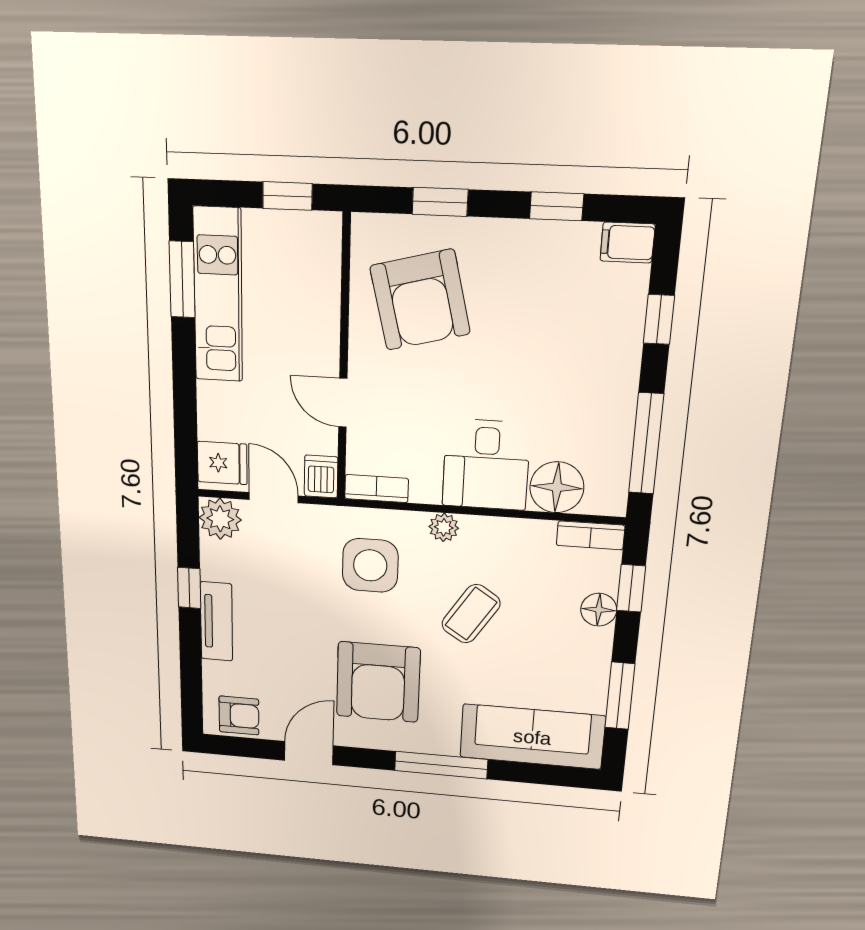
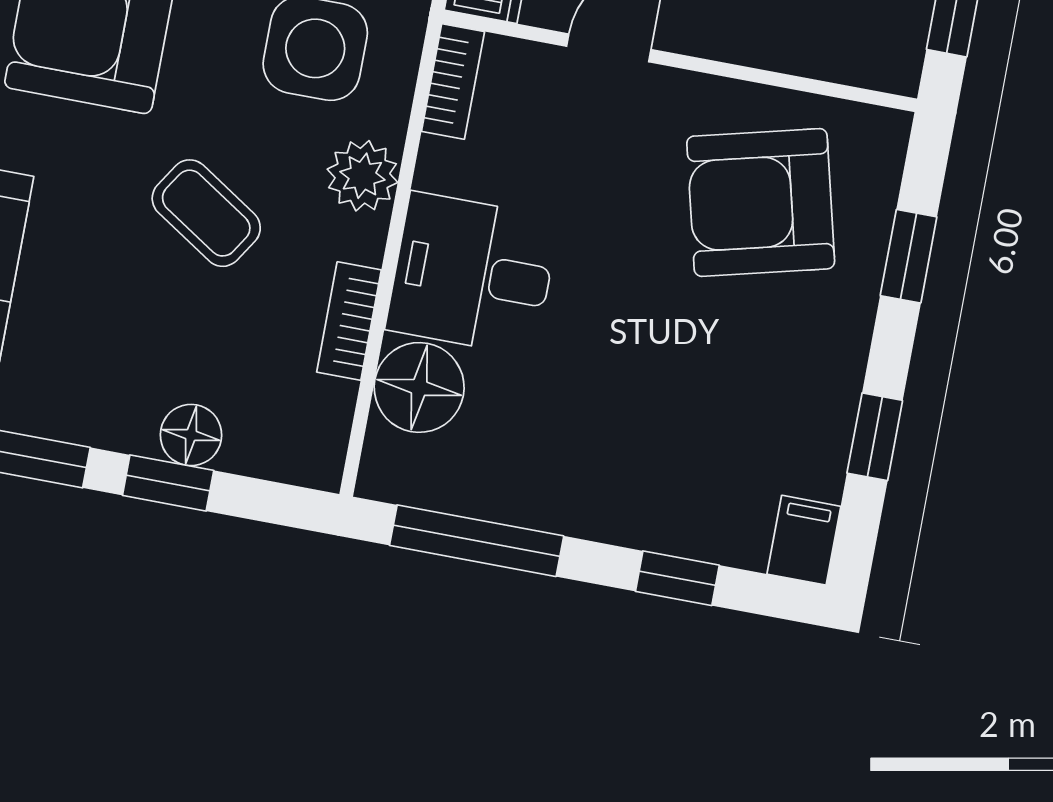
plant: (444, 527) -> (362, 176), width x1.38, depth x1.38
bookcase: (591, 535) -> (349, 321), moved
window: (631, 588) -> (168, 483), moved

